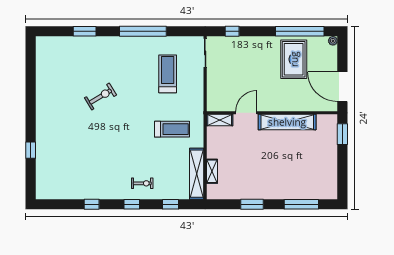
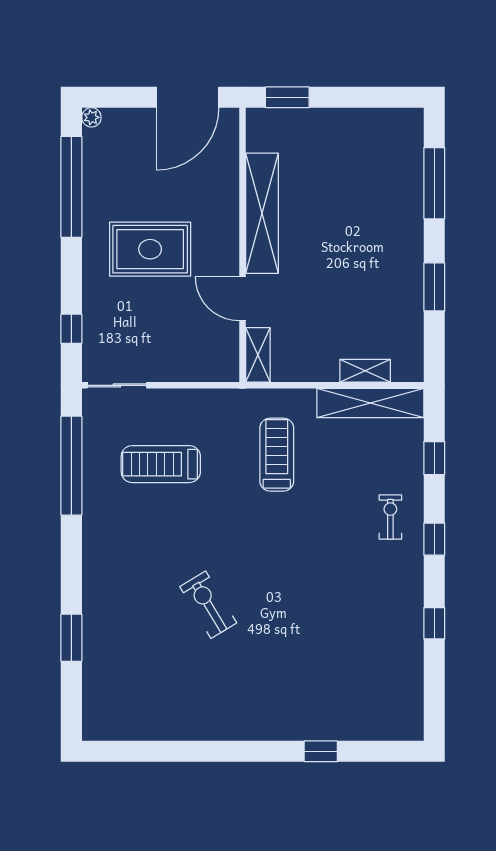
window: (143, 31) -> (71, 466), moved
rug: (294, 59) -> (150, 249), moved

